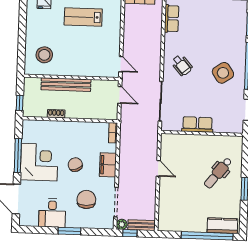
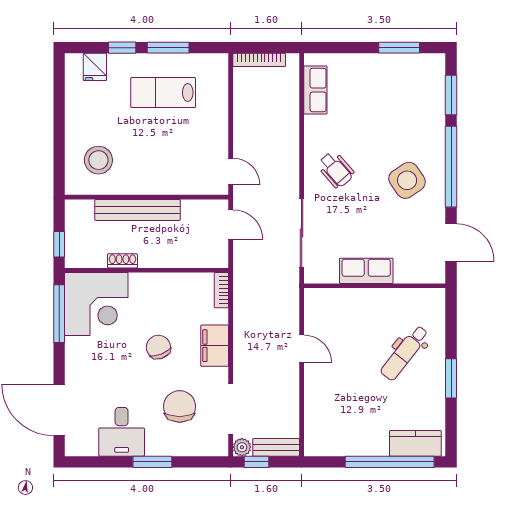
window: (18, 155) -> (59, 314), moved
corner desk: (39, 162) -> (96, 304), moved, turned 90

